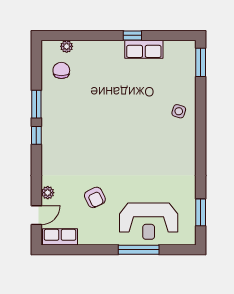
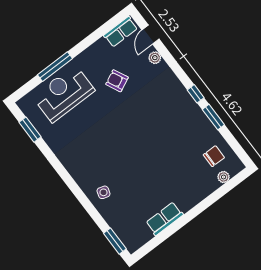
window: (132, 35) -> (181, 222), removed
chair: (61, 70) -> (214, 156), turned -89

